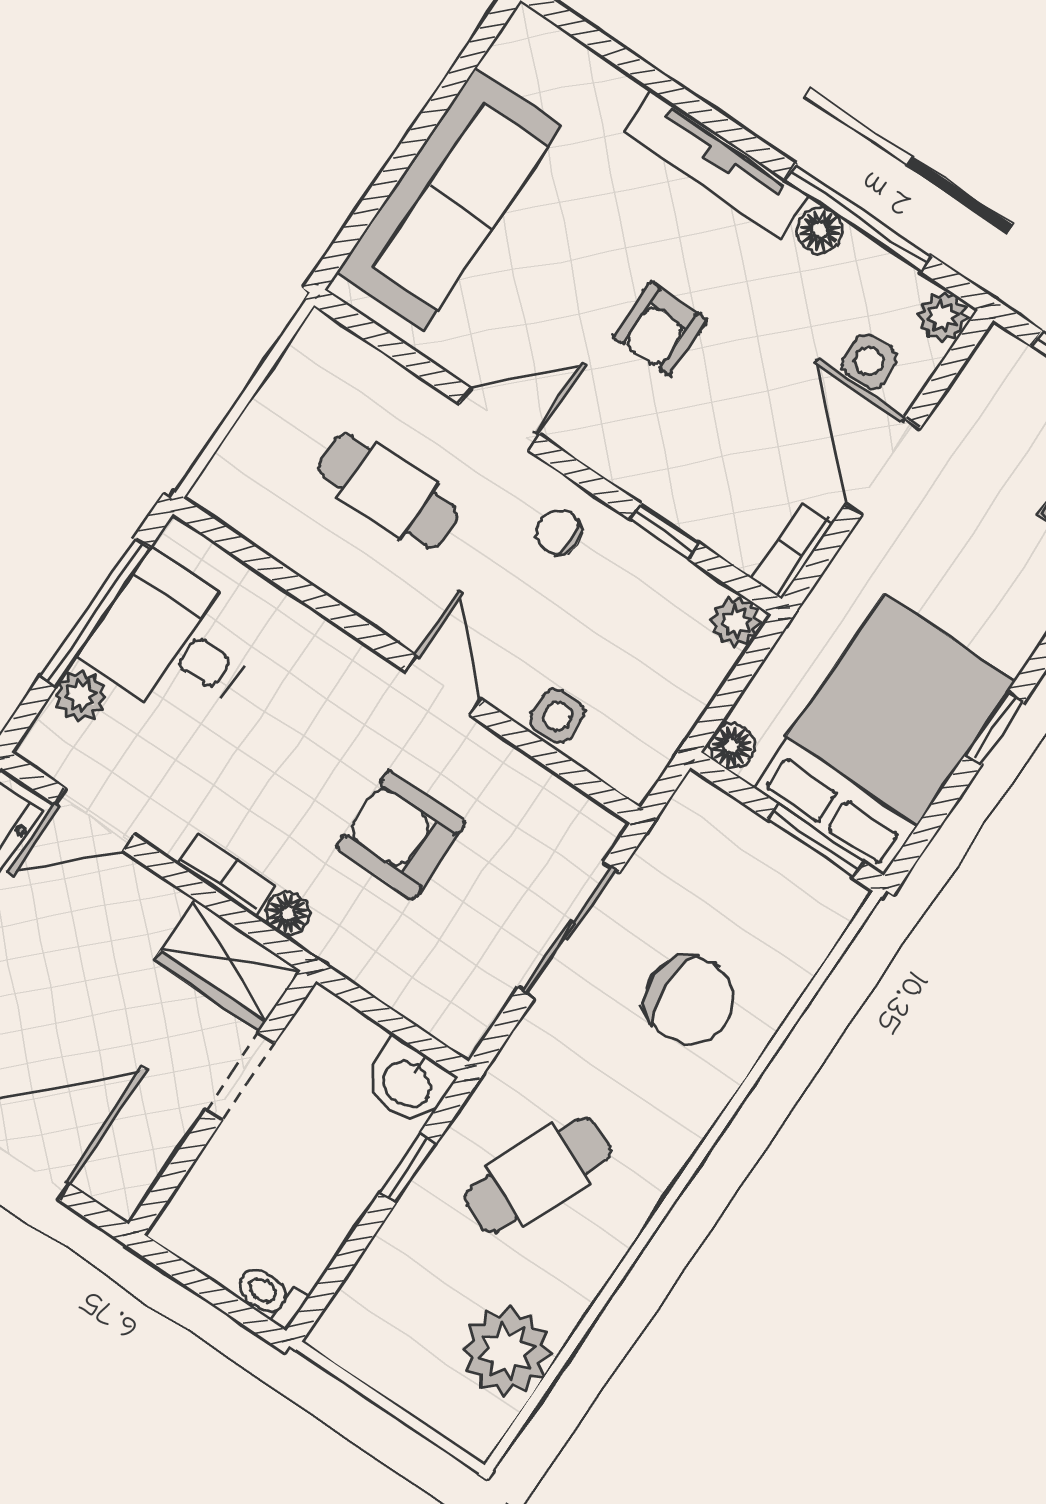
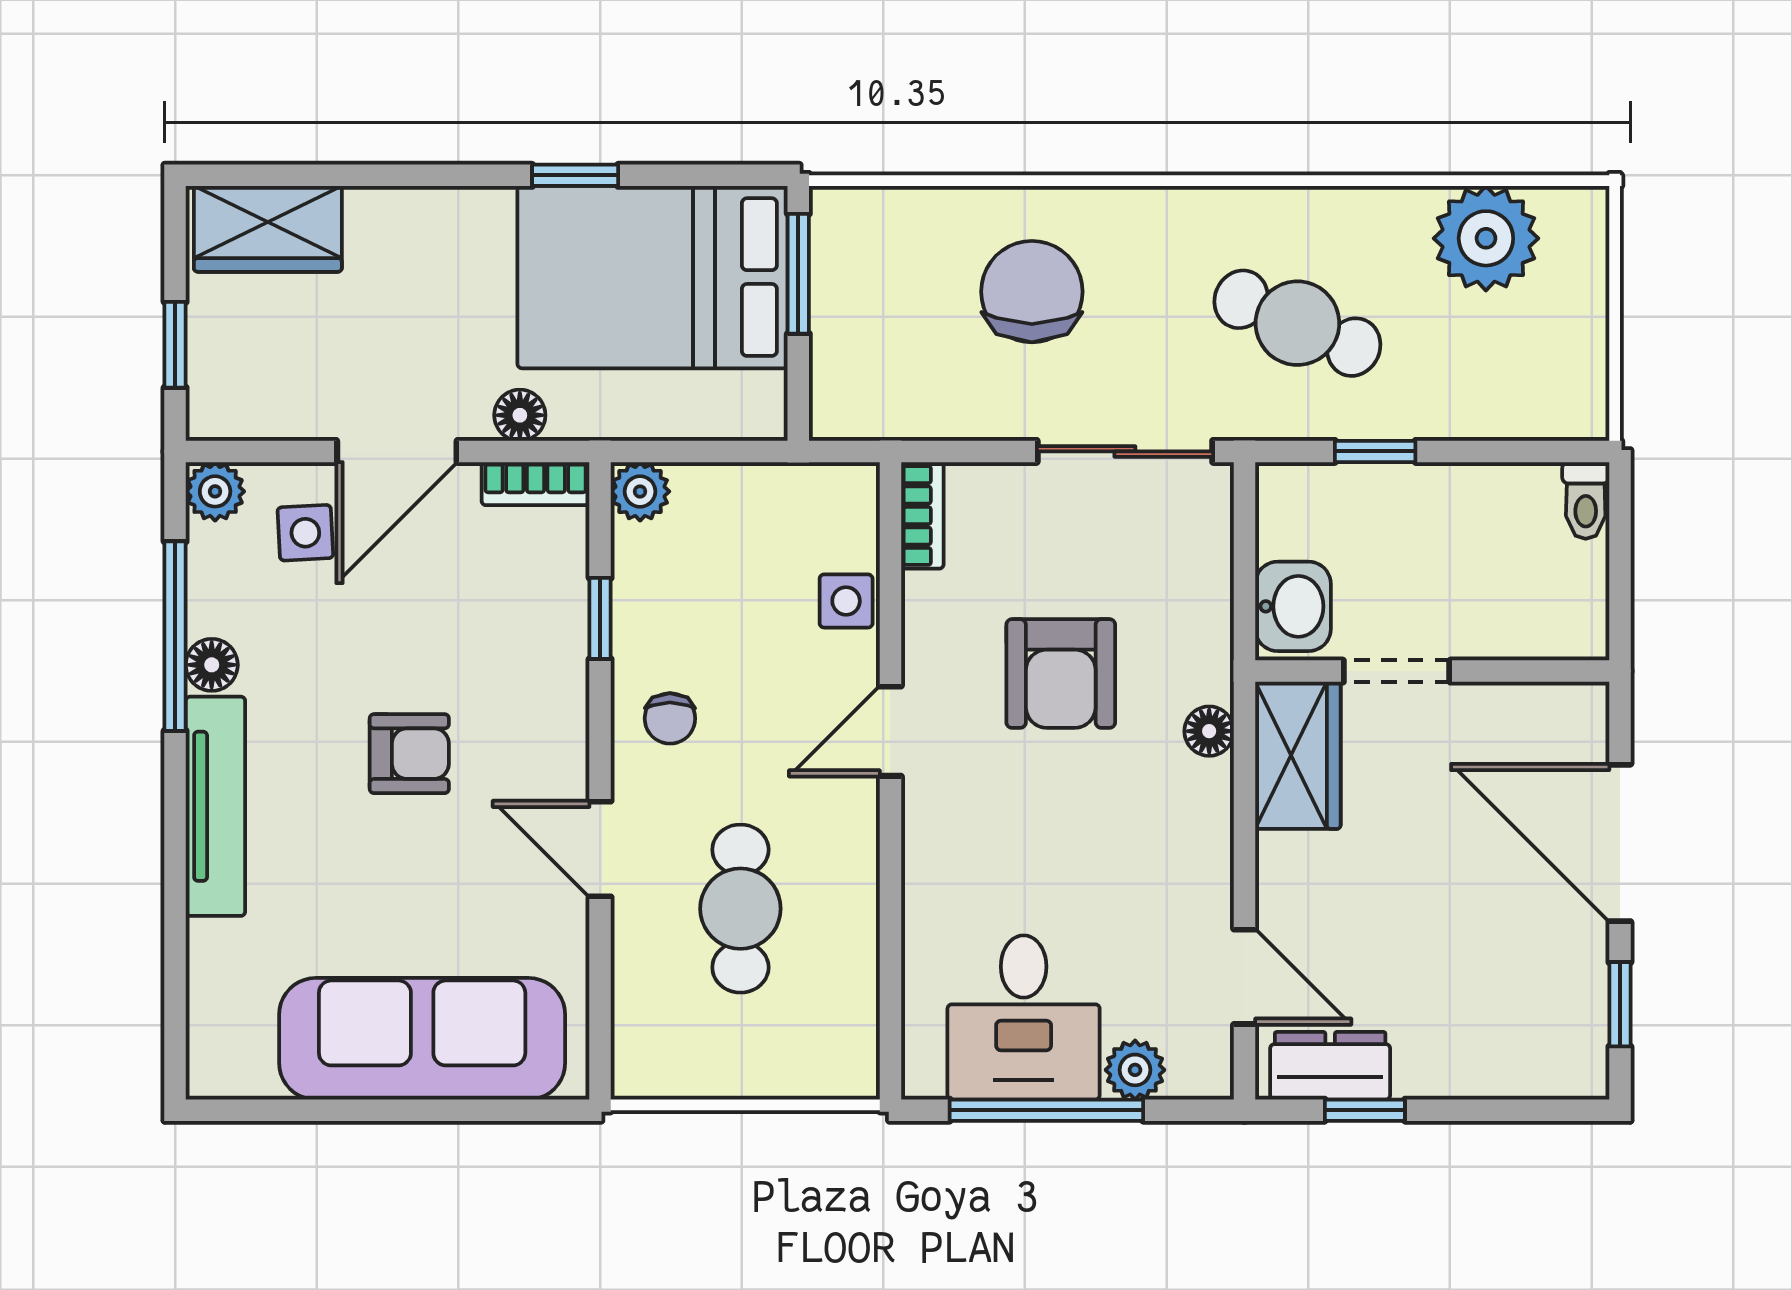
floor lamp: (732, 746) -> (520, 415), moved
bookcase: (226, 875) -> (922, 515), moved, turned 180
sliding door: (569, 930) -> (1125, 451), moved
washbasin: (408, 1083) -> (1293, 606), moved

